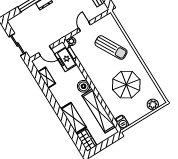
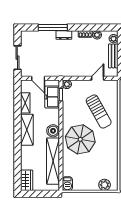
door: (84, 26) -> (98, 78), moved
parasol: (126, 85) -> (80, 139), moved
shelving: (74, 118) -> (27, 130), moved

